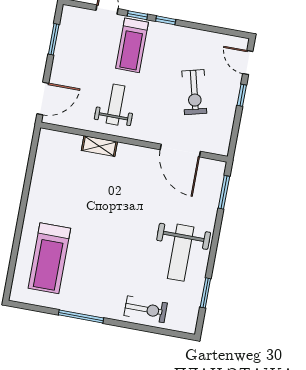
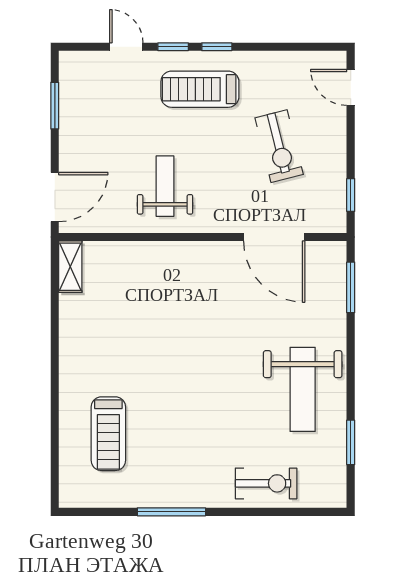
treadmill: (132, 45) -> (200, 89), moved, turned 90
window: (242, 95) -> (351, 195), moved
shelving: (99, 146) -> (70, 267), moved, turned 90
treadmill: (49, 258) -> (108, 434), width x0.73, depth x0.73

